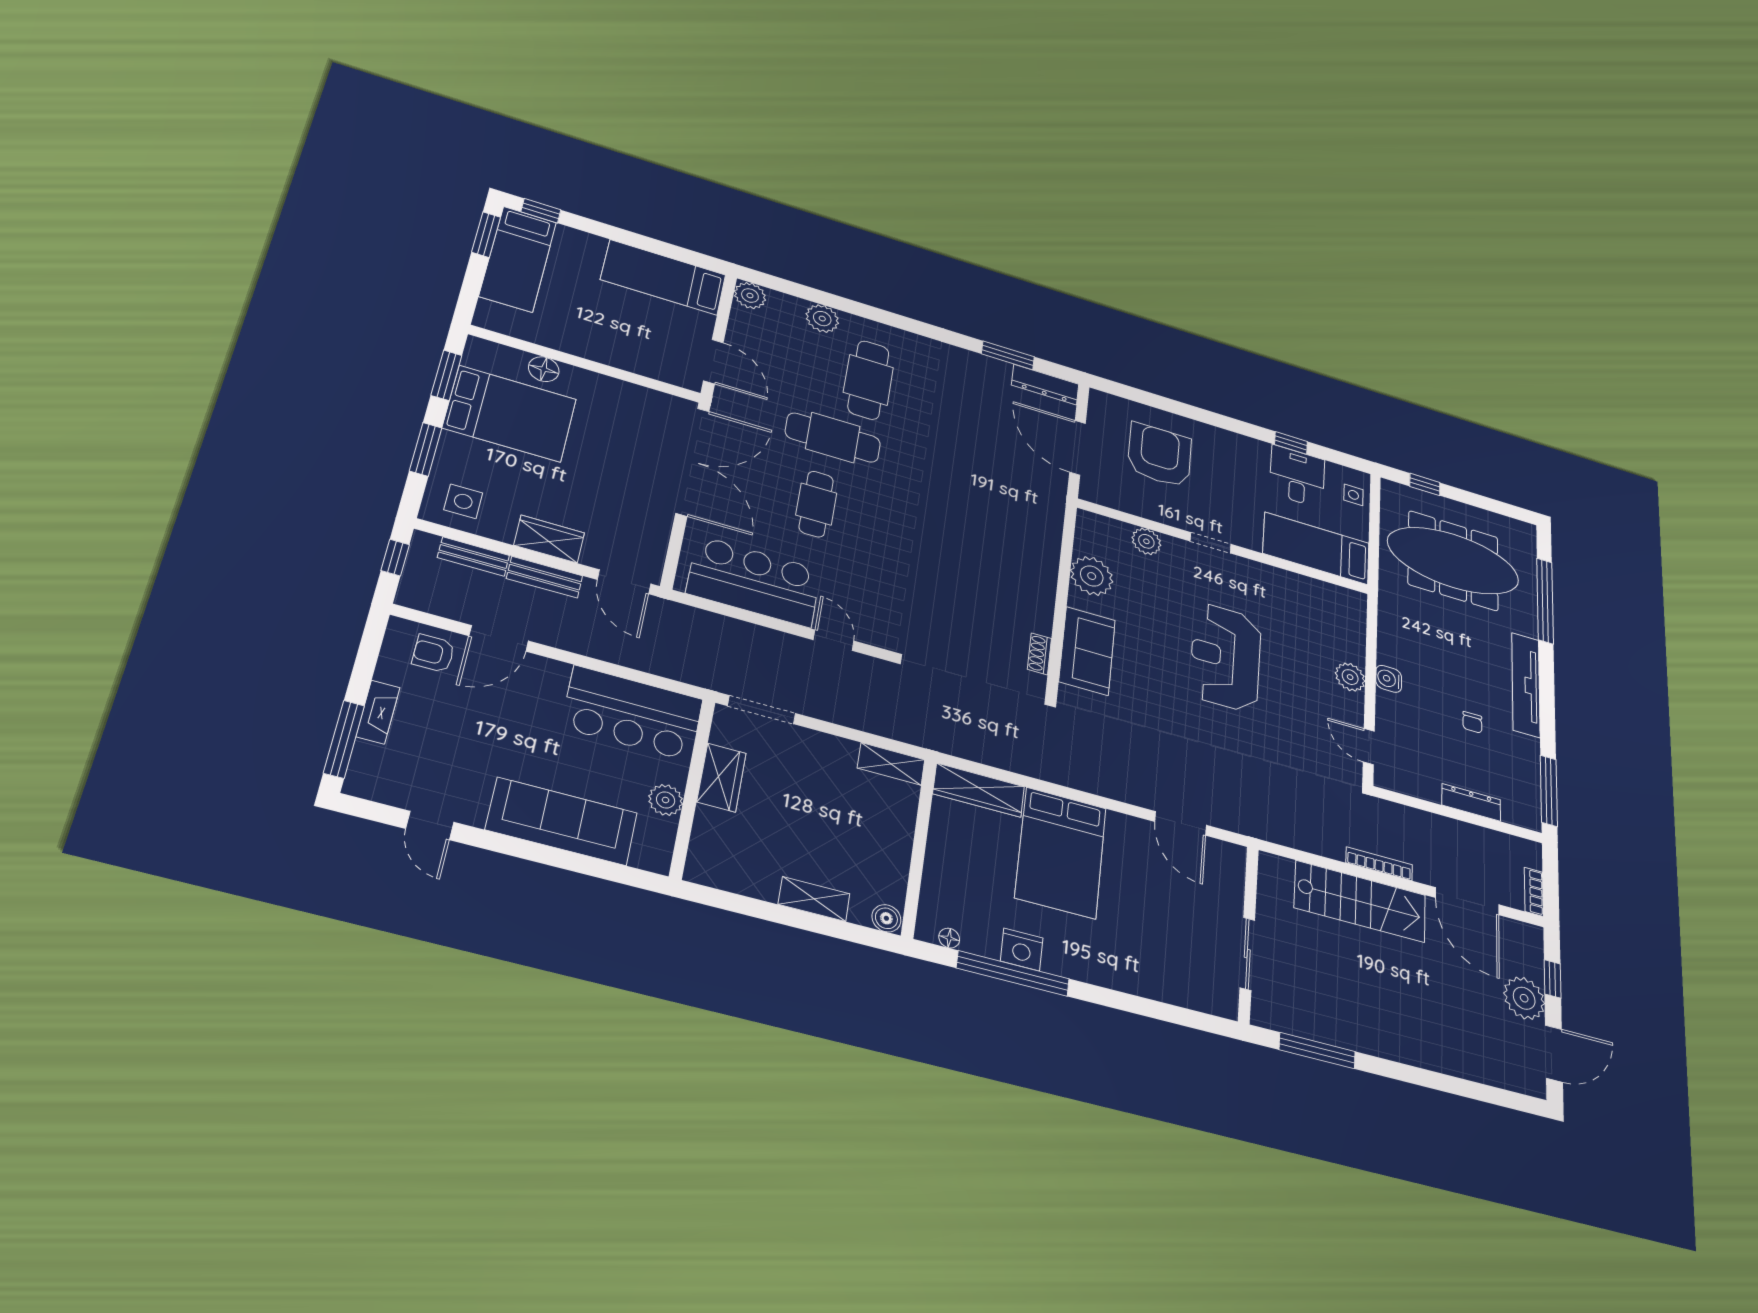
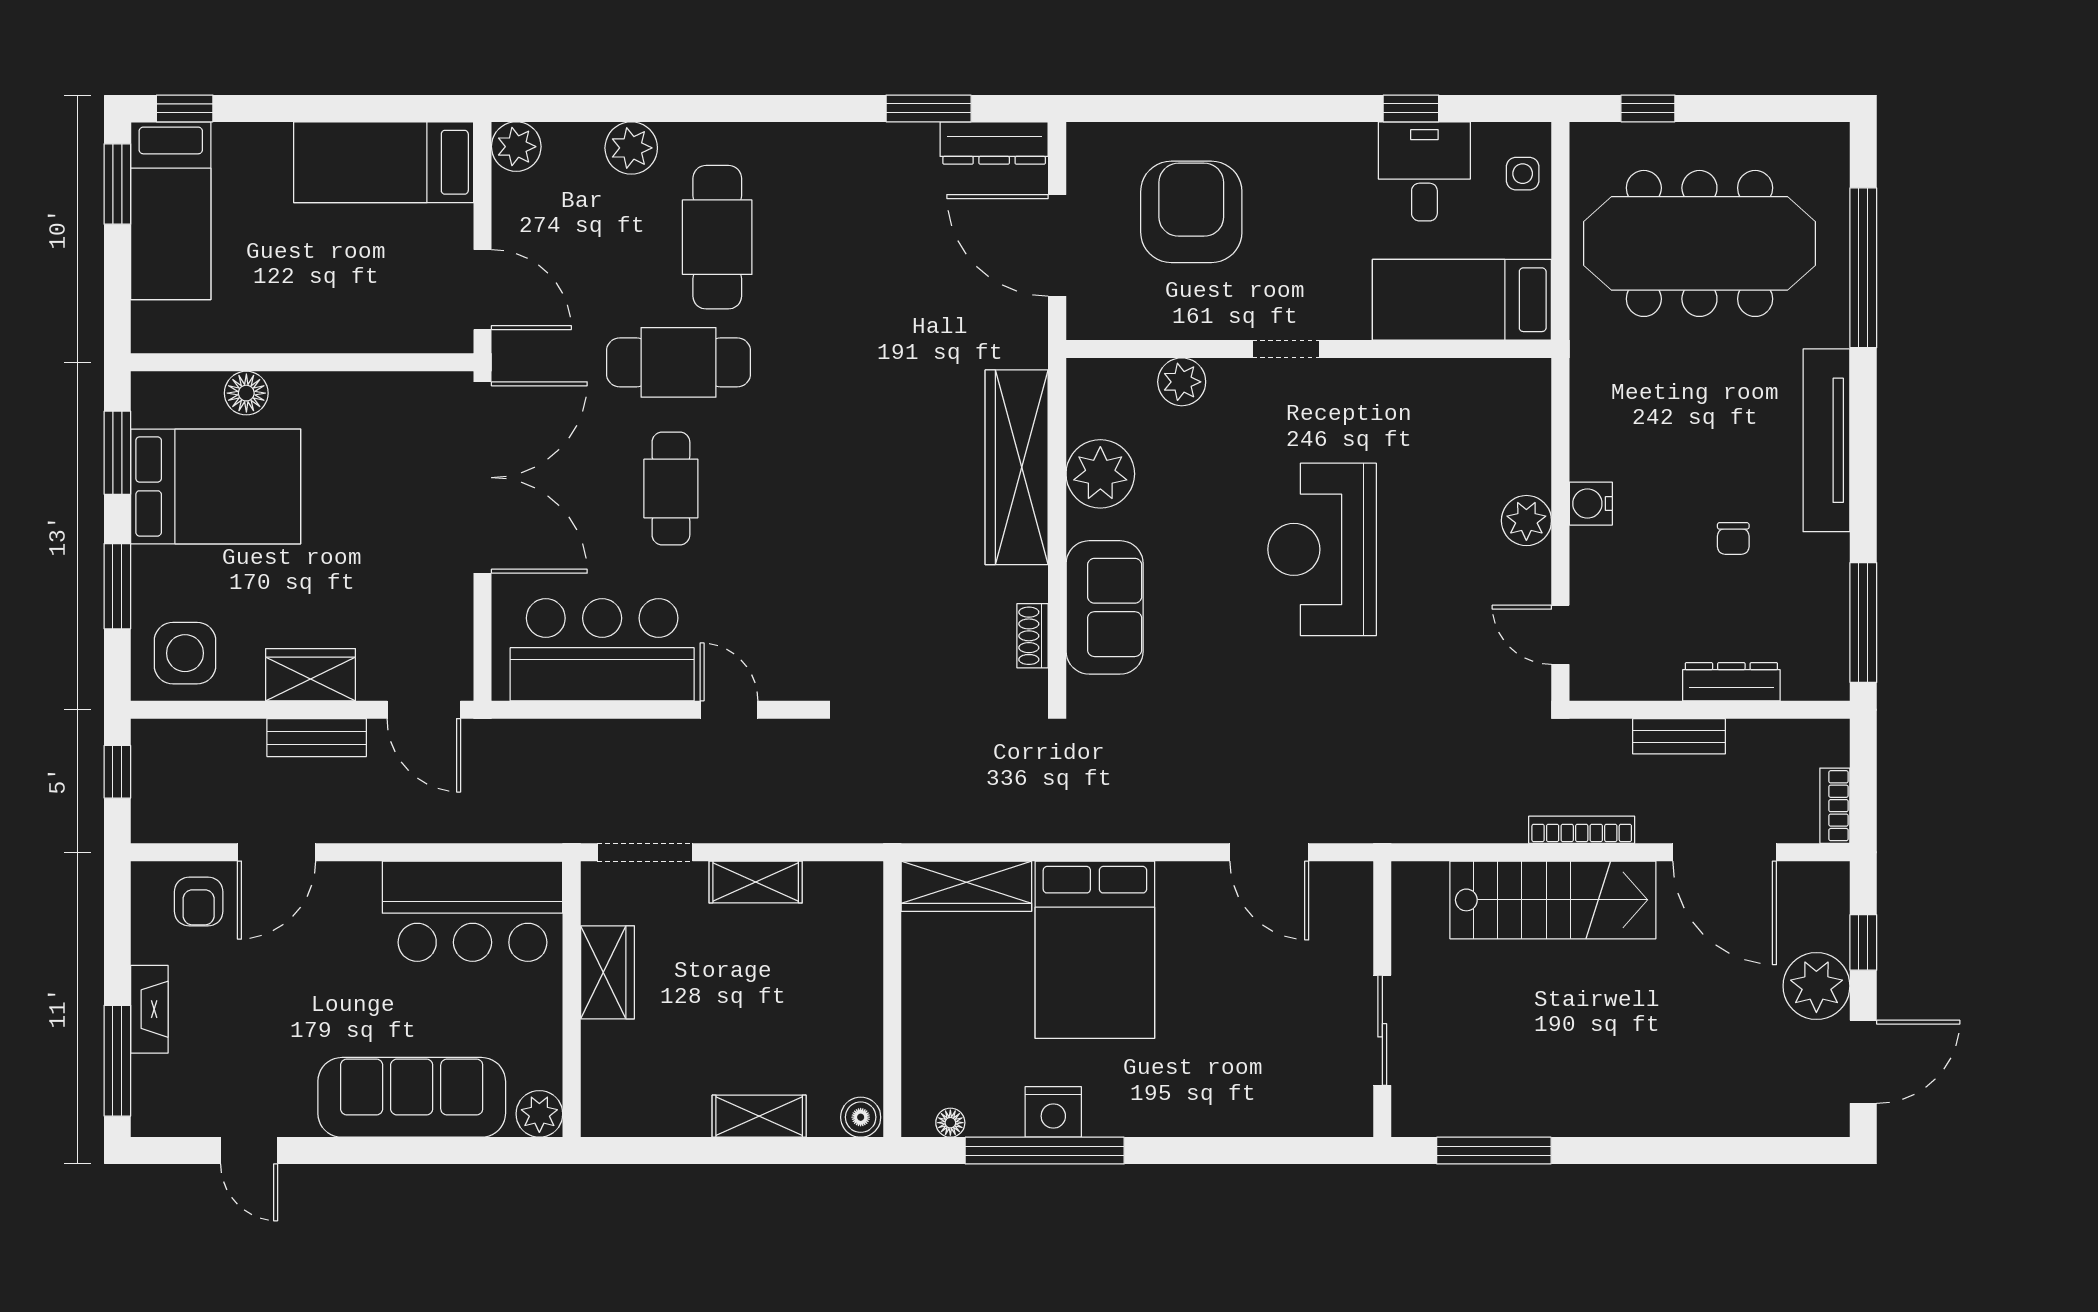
side table: (463, 501) -> (185, 653), width x1.37, depth x1.37
bench: (473, 556) -> (1679, 736), moved
wardrobe: (1040, 557) -> (1017, 467), added
armchair: (433, 653) -> (199, 901), turned -90
shelving: (891, 764) -> (756, 882), moved
plant: (666, 800) -> (539, 1114), moved

